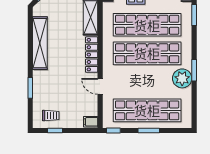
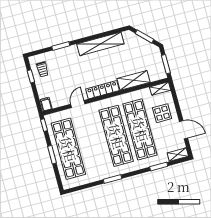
plant: (182, 78) -> (103, 171), removed

